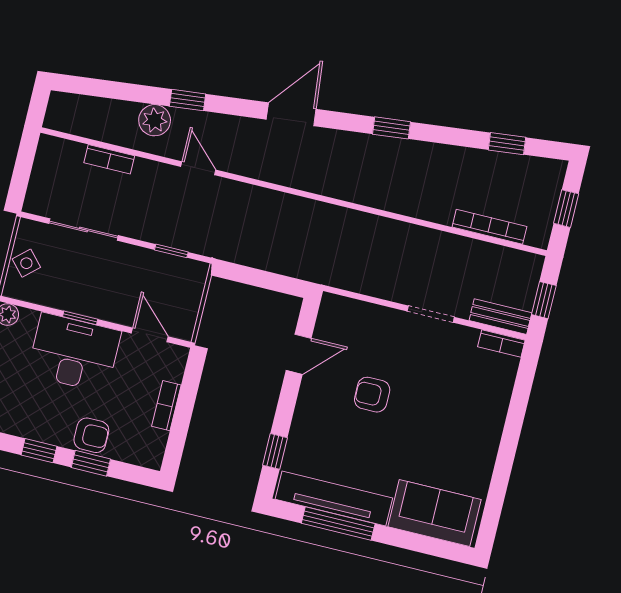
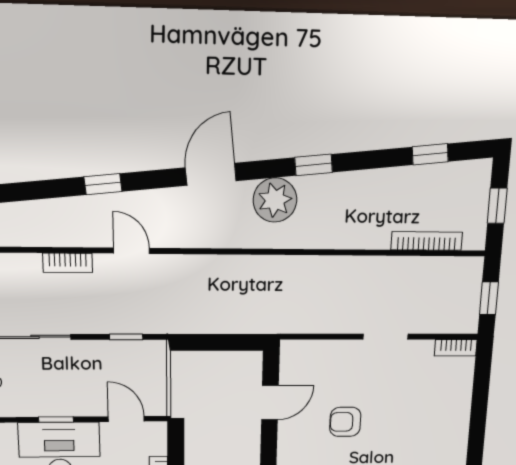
plant: (155, 120) -> (275, 200), moved, width x1.36, depth x1.36
bookcase: (109, 159) -> (68, 263), moved
bench: (500, 317) -> (451, 323), removed

